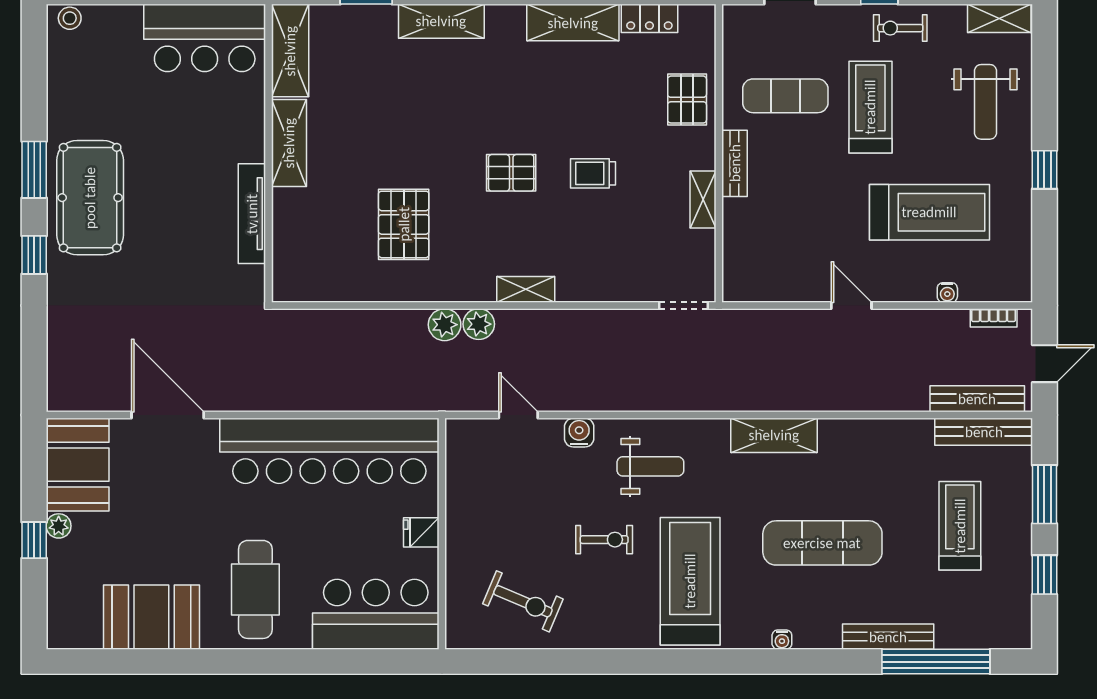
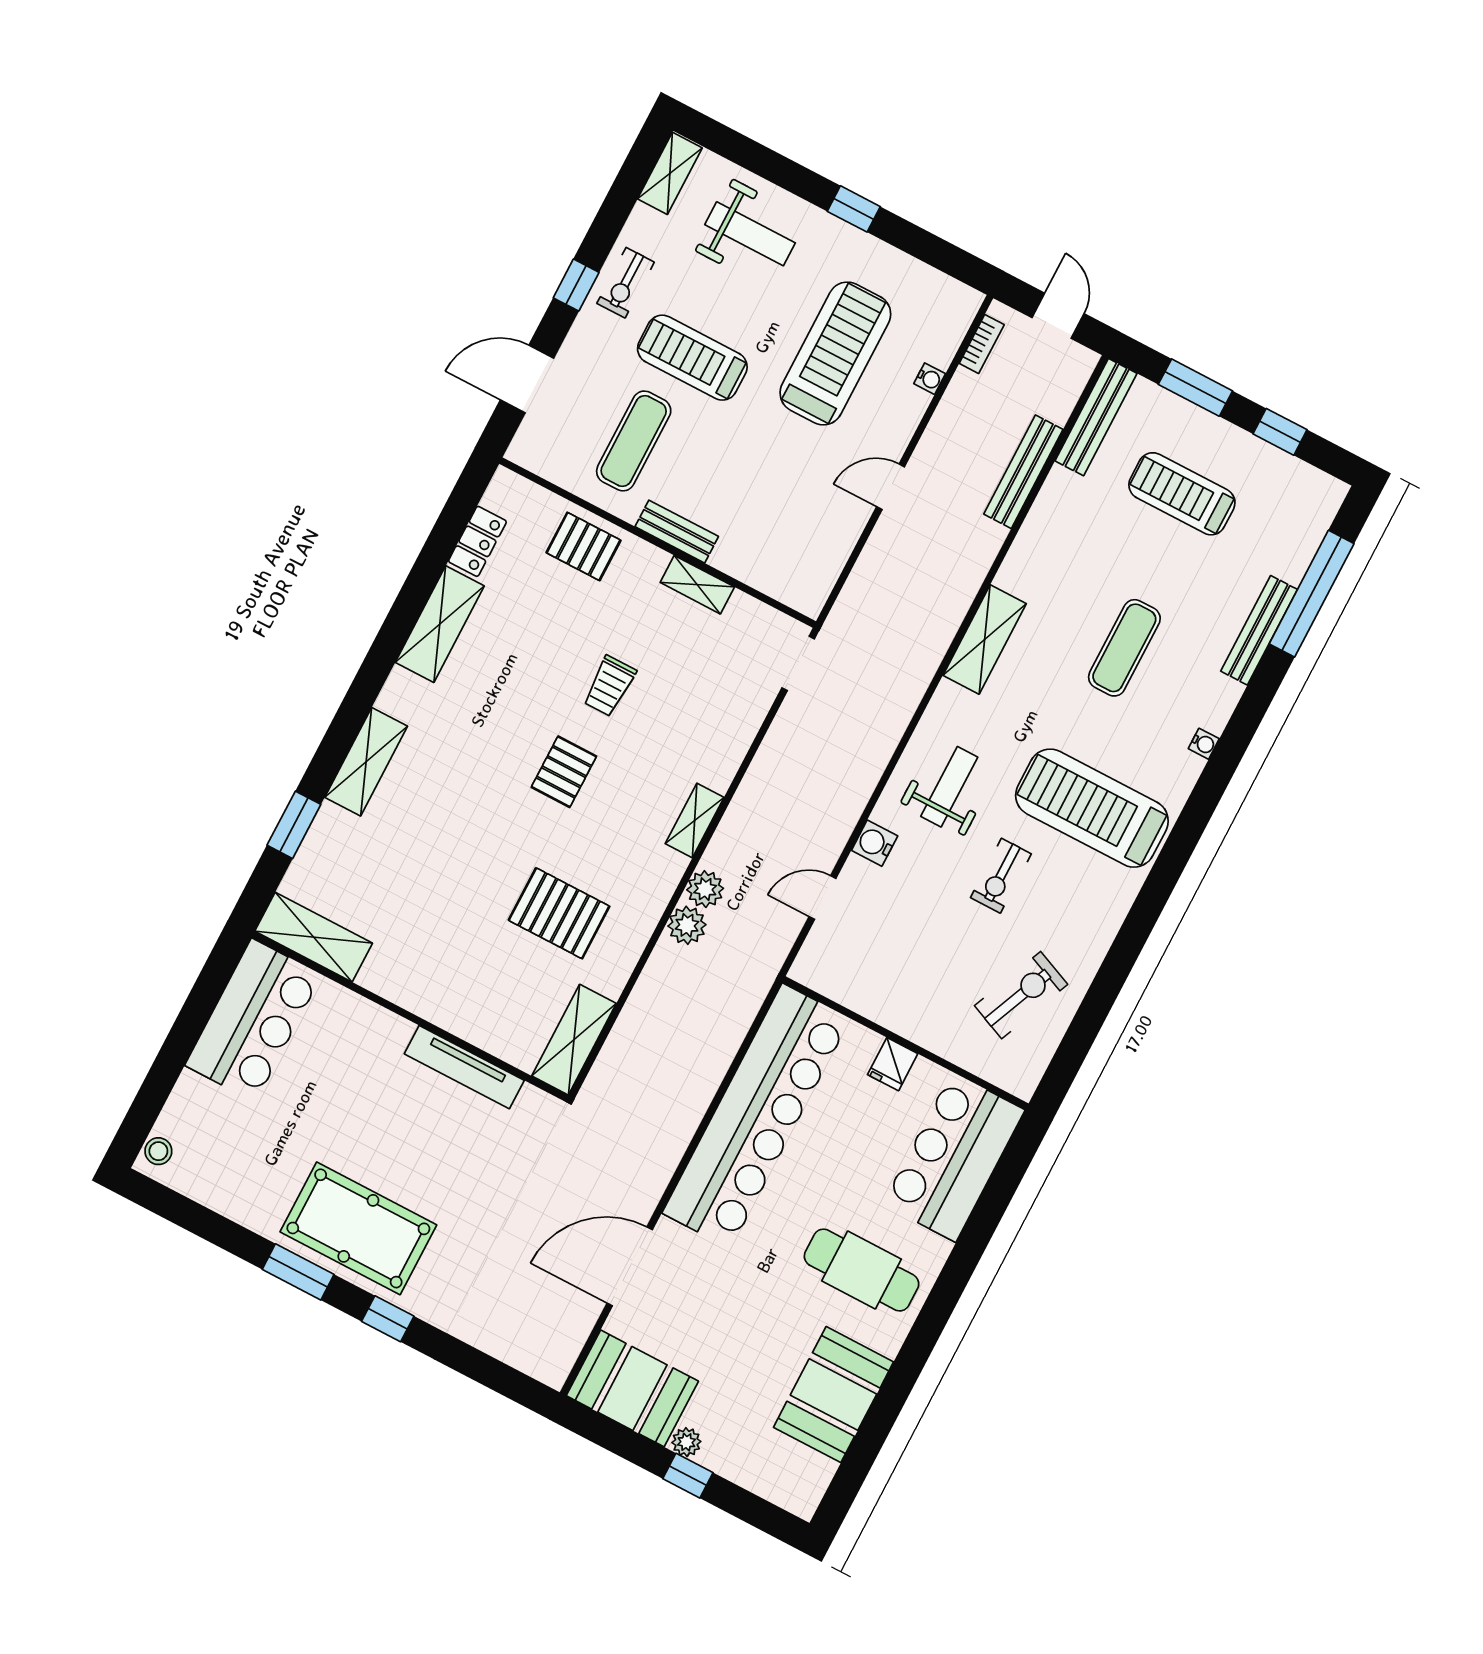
shelving: (289, 143) -> (574, 1040), moved, turned 90
bench: (977, 399) -> (1023, 472), moved
exercise bike: (604, 540) -> (1001, 876), turned 180
exercise mat: (822, 543) -> (1124, 648), width x0.73, depth x0.69

